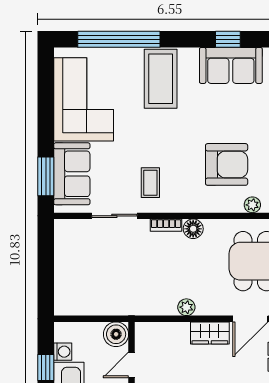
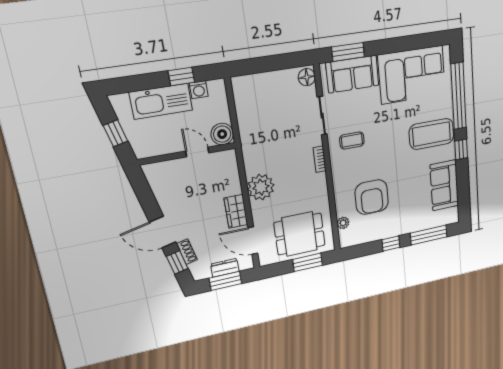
window: (228, 39) -> (461, 149), moved
floor lamp: (193, 229) -> (307, 77), moved
plant: (186, 307) -> (261, 187), width x1.87, depth x1.87

